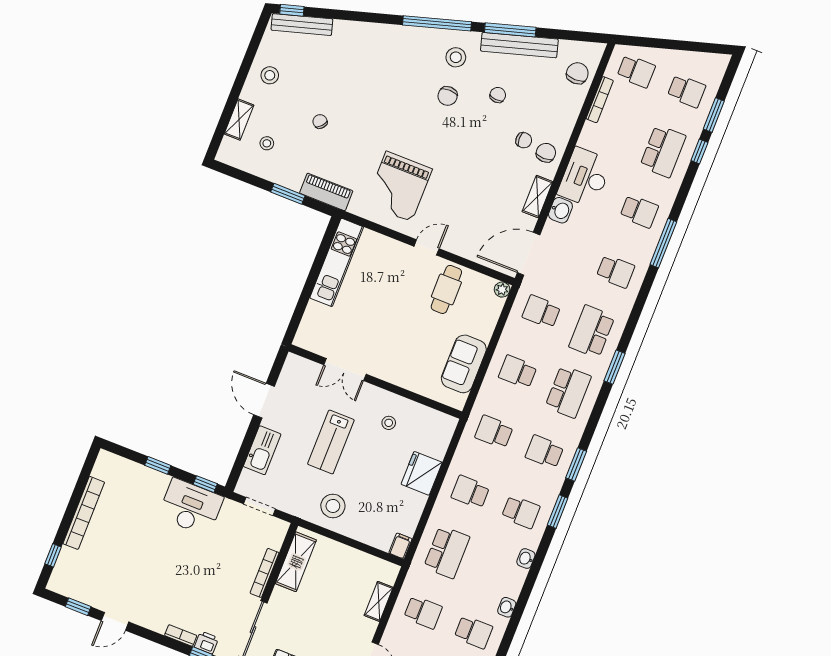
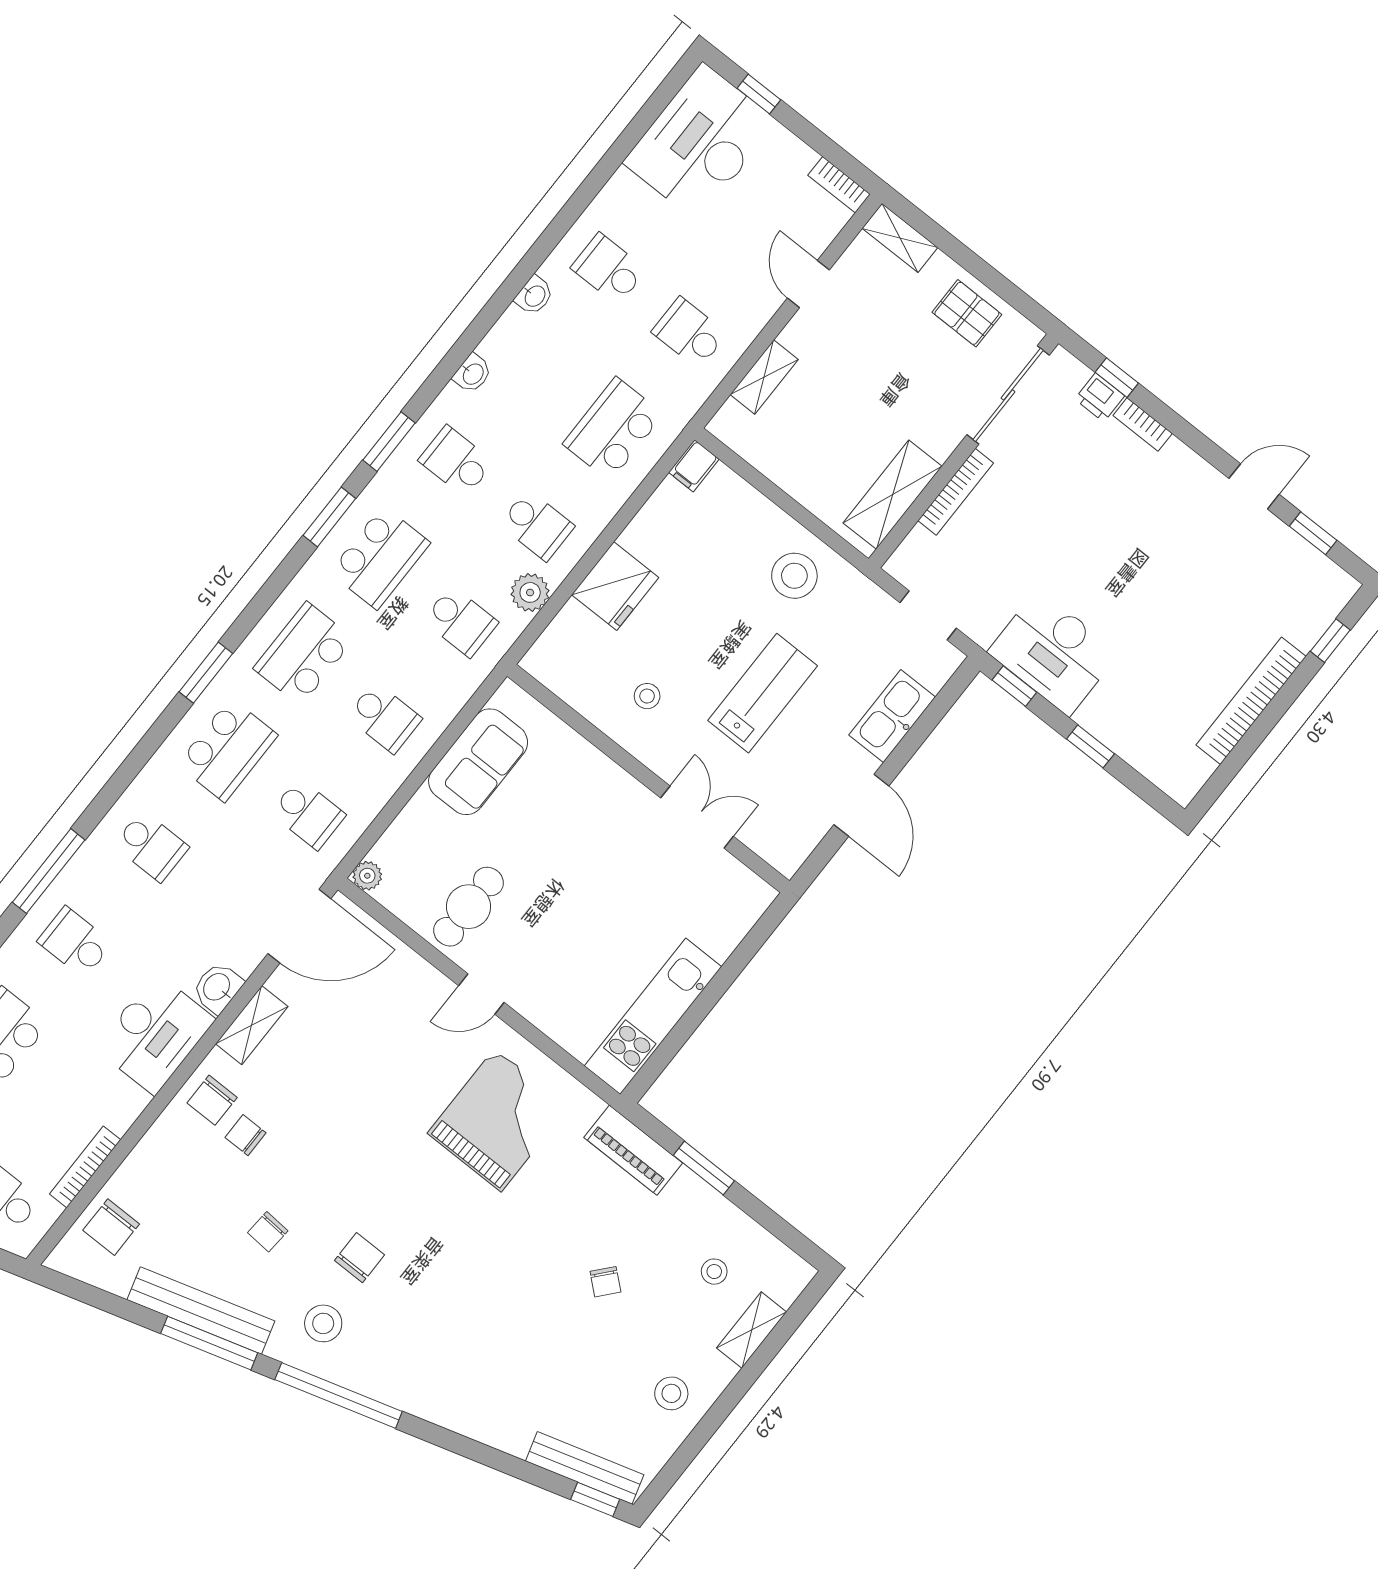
school desk: (615, 271) -> (151, 846), turned 180
school desk: (544, 452) -> (380, 557), width x1.85
plant: (463, 457) -> (530, 592), added

